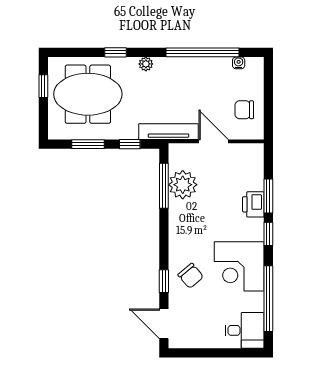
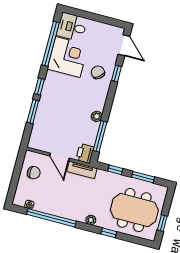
tv unit: (168, 132) -> (82, 170), width x0.71
plant: (183, 185) -> (97, 116), moved, width x0.53, depth x0.53
printer: (253, 204) -> (85, 153), moved, turned 180
corner desk: (239, 266) -> (68, 57), moved

